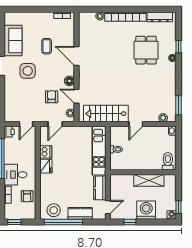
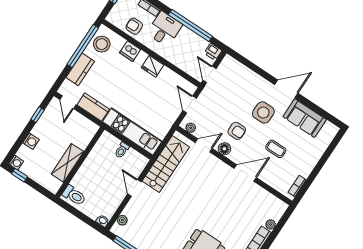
armchair: (52, 97) -> (237, 131), moved
dishwasher: (46, 152) -> (130, 51), moved
washing machine: (146, 210) -> (31, 141), width x0.53, depth x0.53

